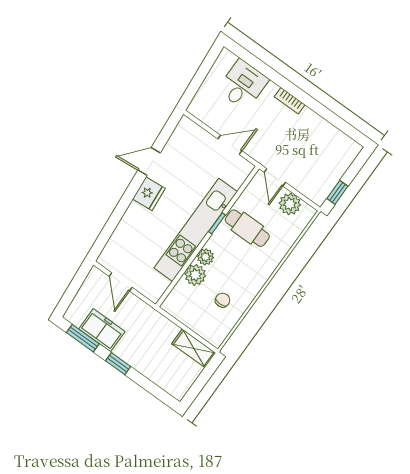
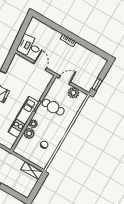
desk: (243, 85) -> (29, 46), moved, turned -95
door: (230, 145) -> (40, 66), hinge flipped
door: (275, 177) -> (65, 80), swing flipped
kitchen unit: (196, 230) -> (23, 117), width x0.73

